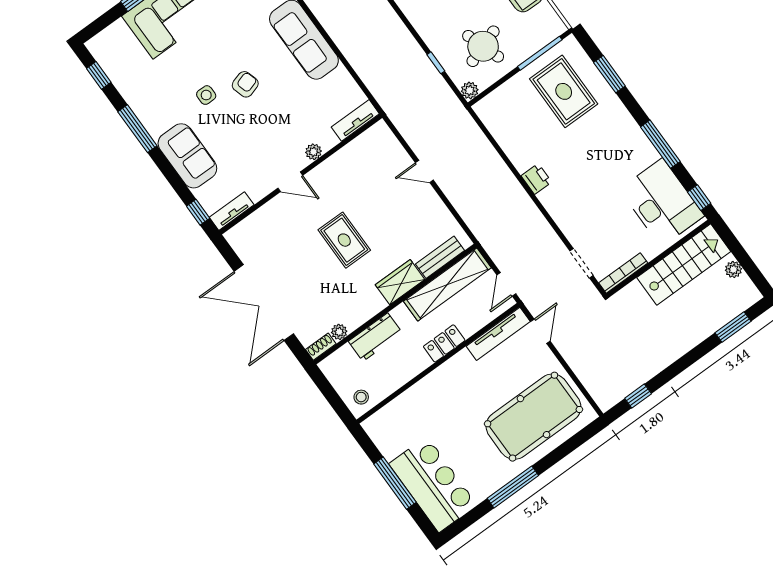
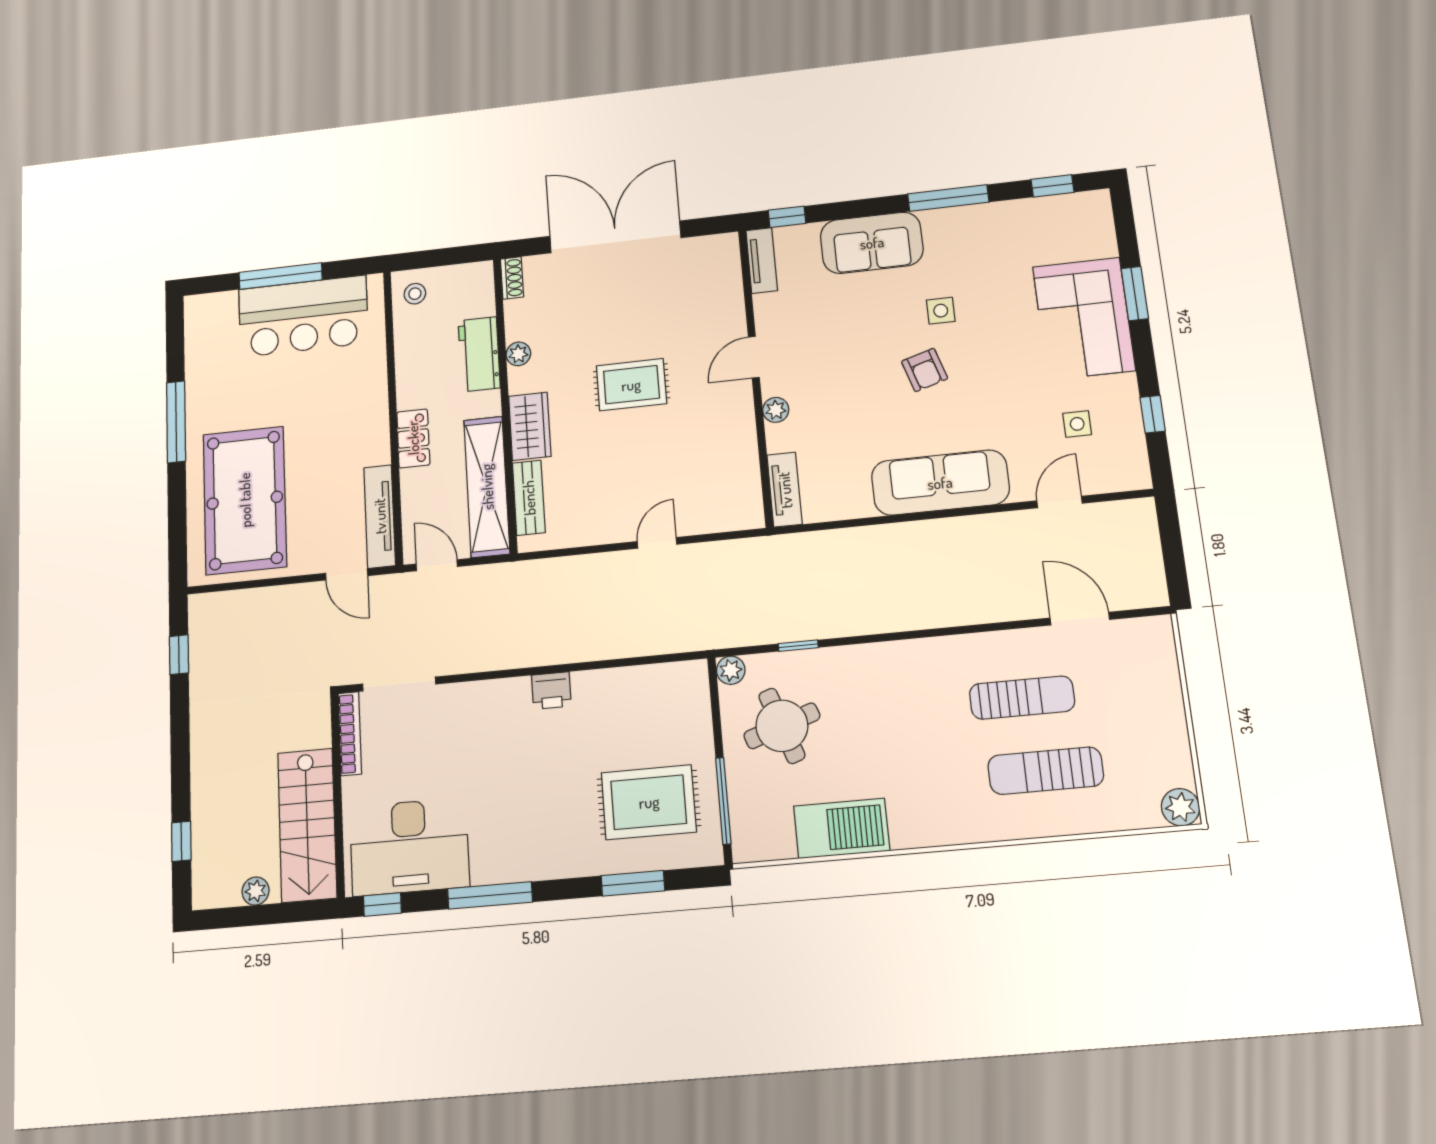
doorway: (582, 263) -> (399, 684), width x1.38
window: (733, 327) -> (181, 841), width x0.67
plant: (339, 332) -> (518, 354), moved
bar counter: (433, 484) -> (303, 316), moved

